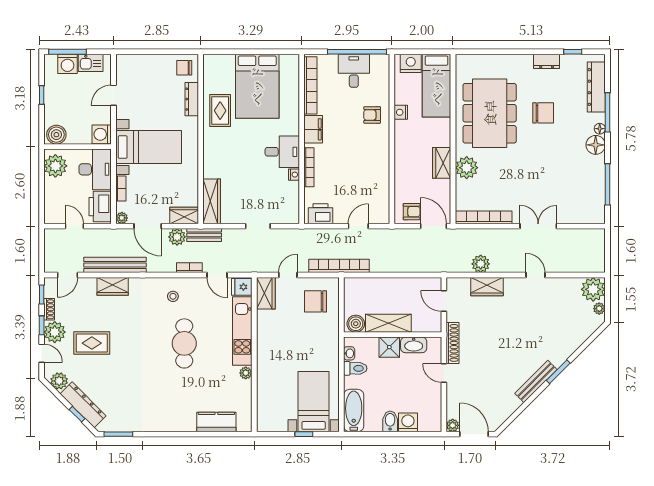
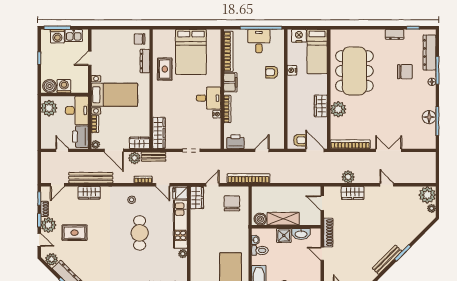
chair: (543, 113) -> (405, 72), moved
washing machine: (102, 134) -> (64, 86), moved, turned 90
floor lamp: (596, 145) -> (429, 117), moved
chair: (315, 301) -> (232, 203), turned 90

